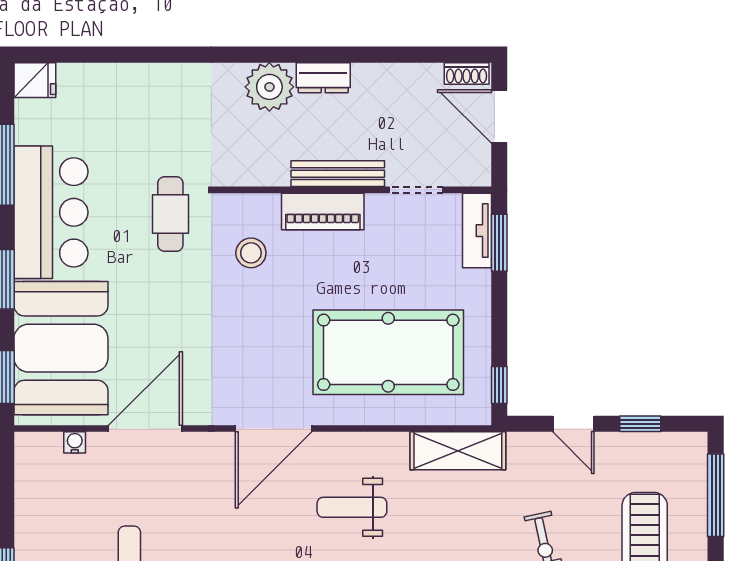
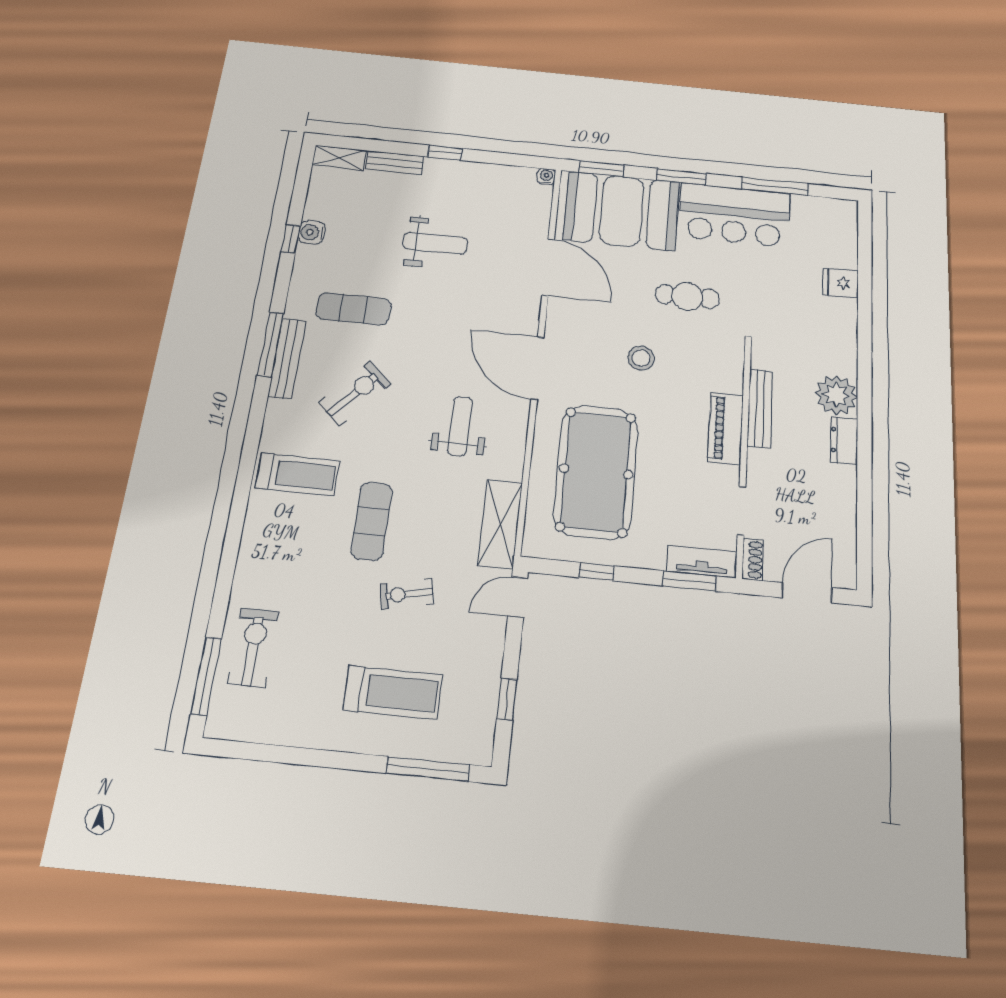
shoe rack: (467, 73) -> (753, 559), moved, turned 180
fridge: (35, 80) -> (840, 283), moved, turned 90
bench: (338, 174) -> (760, 408), moved
cafe table: (170, 214) -> (687, 296), moved
stool: (251, 253) -> (641, 358), moved
window: (499, 385) -> (596, 572), moved
door: (573, 424) -> (518, 597), moved
water cooler: (75, 442) -> (546, 177), moved, turned -90

